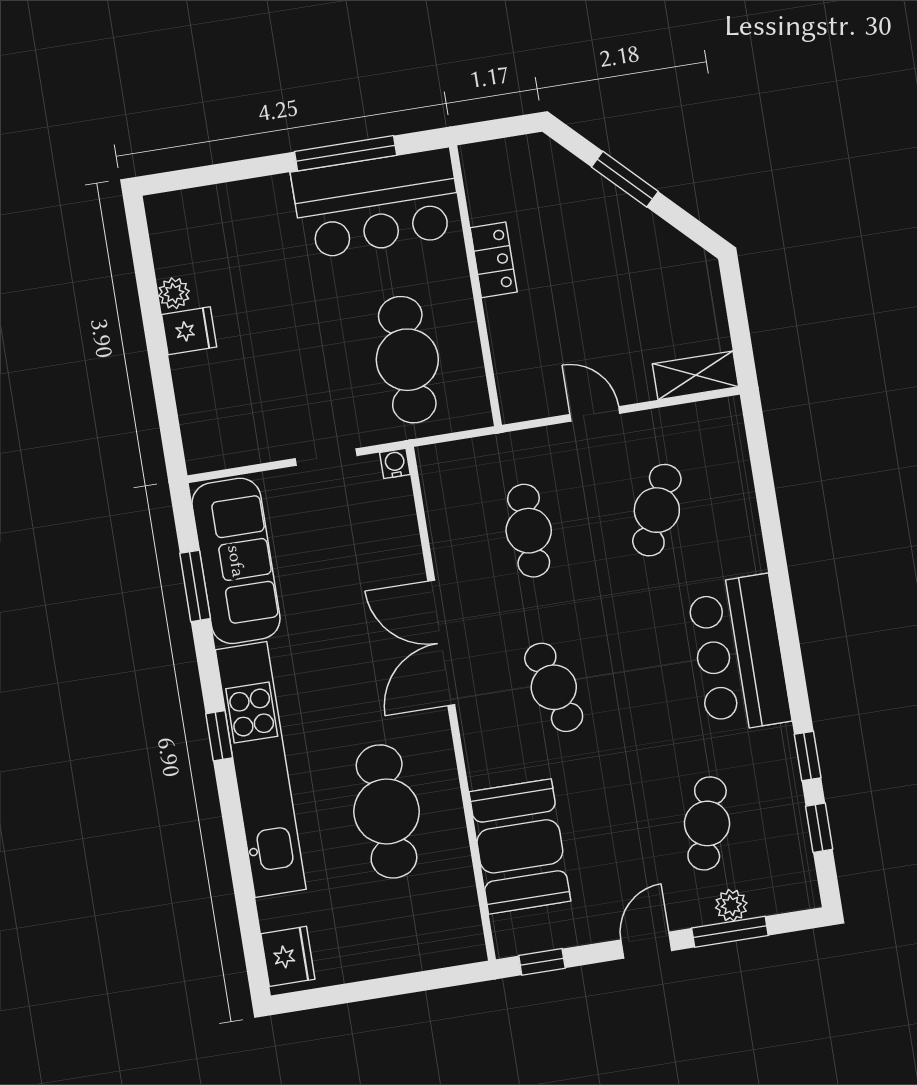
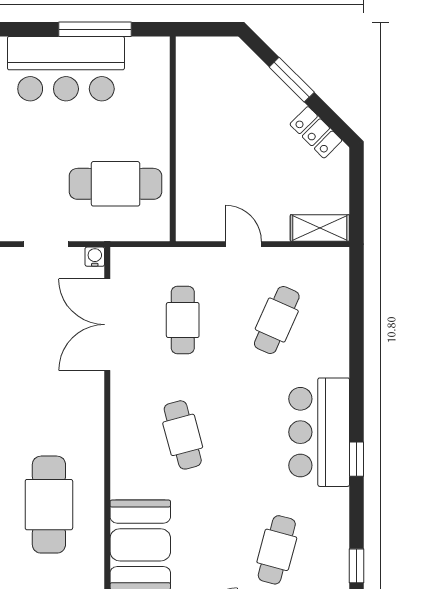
bar counter: (377, 204) -> (66, 69), moved
locker: (494, 260) -> (316, 132), moved, turned 135
cafe table: (407, 360) -> (116, 184), turned 90
double door: (441, 643) -> (107, 325), moved
window: (808, 756) -> (356, 459), moved

